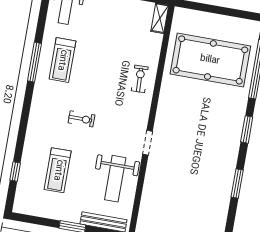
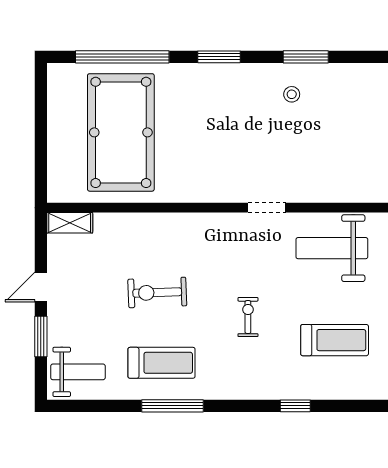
exercise bike: (140, 79) -> (157, 292), moved, width x1.38, depth x1.39
window: (15, 171) -> (295, 406), moved
stool: (215, 171) -> (292, 94), added
weight bench: (115, 179) -> (332, 248), turned 180

